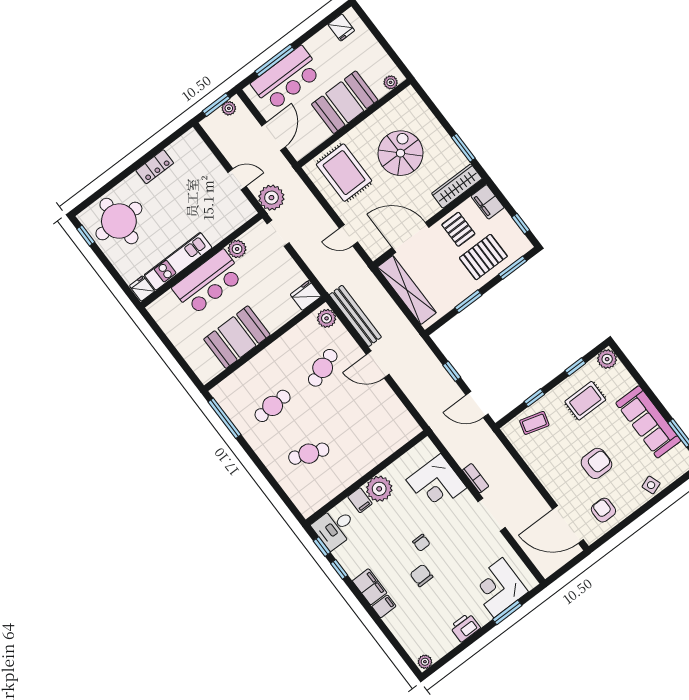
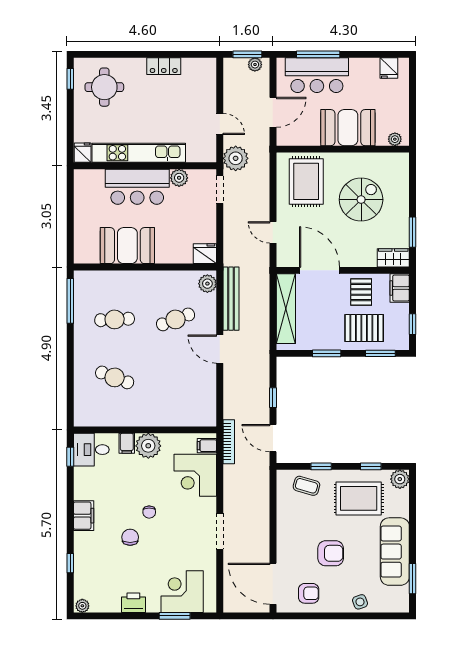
wardrobe: (457, 186) -> (393, 258), width x0.67
round table: (119, 221) -> (104, 87), width x0.73, depth x0.73
kitchen unit: (178, 261) -> (139, 153), width x1.36
rug: (585, 401) -> (359, 498), width x1.36, depth x1.43
bookcase: (476, 478) -> (229, 442), moved, width x1.56
armchair: (603, 510) -> (309, 593), turned 90
window: (339, 569) -> (70, 563), moved
filing cabinet: (384, 606) -> (207, 446), moved, turned 180

